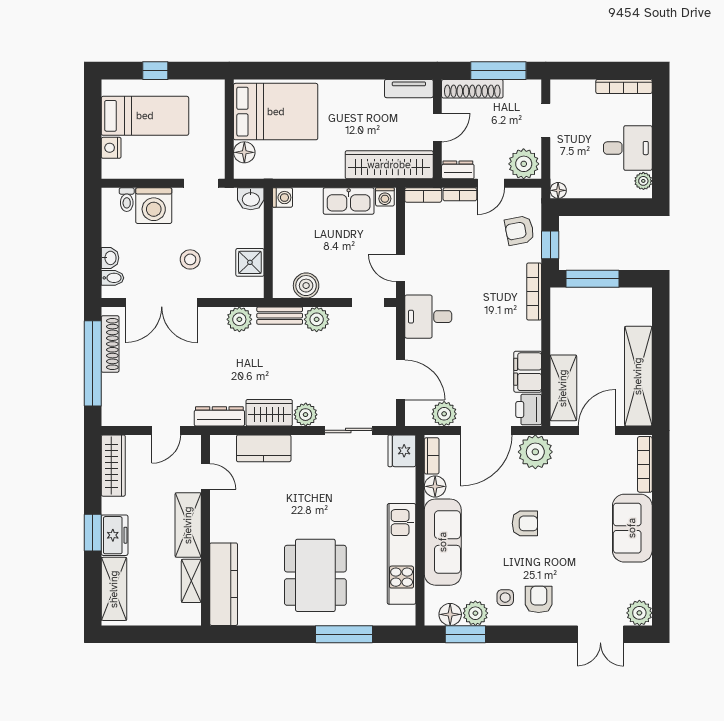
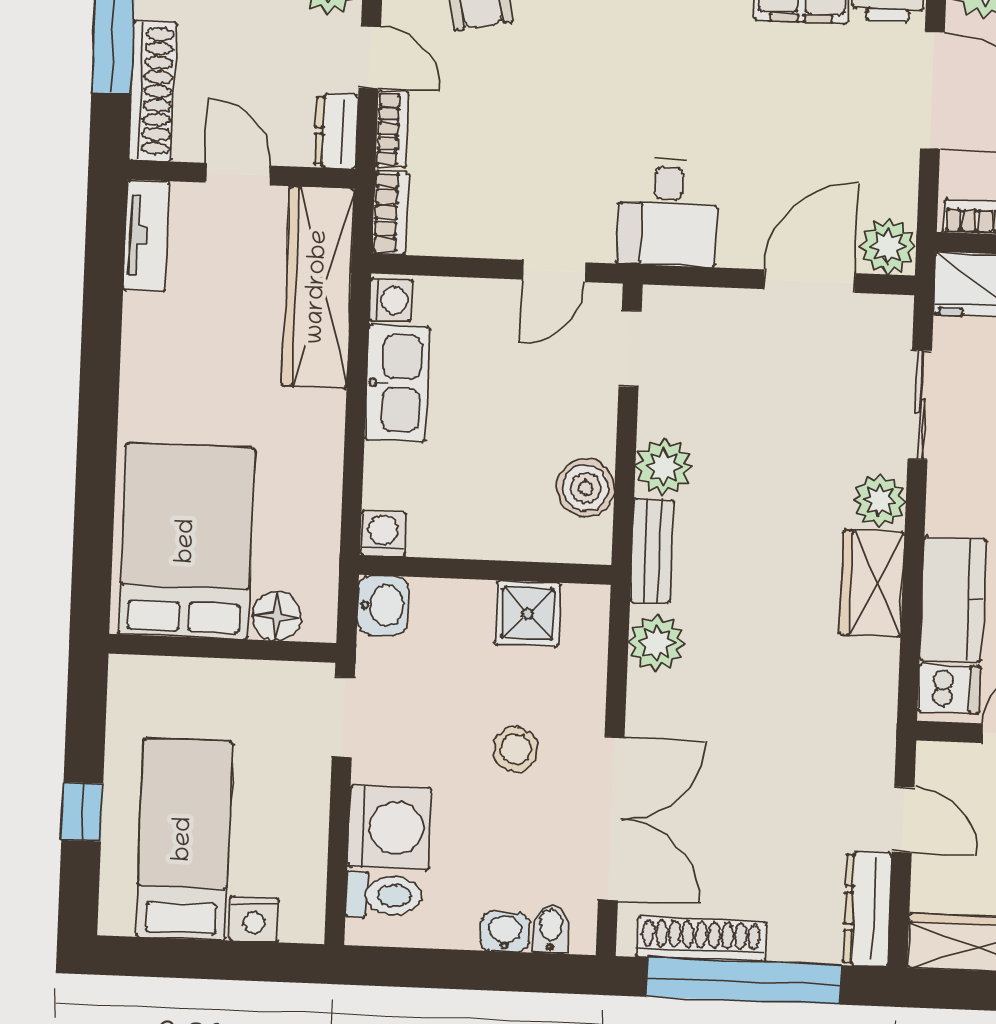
toilet: (127, 200) -> (384, 895), width x1.37, depth x1.39
plant: (444, 414) -> (888, 246), moved
dresser: (219, 416) -> (867, 909), moved
dishwasher: (224, 448) -> (949, 689), added

